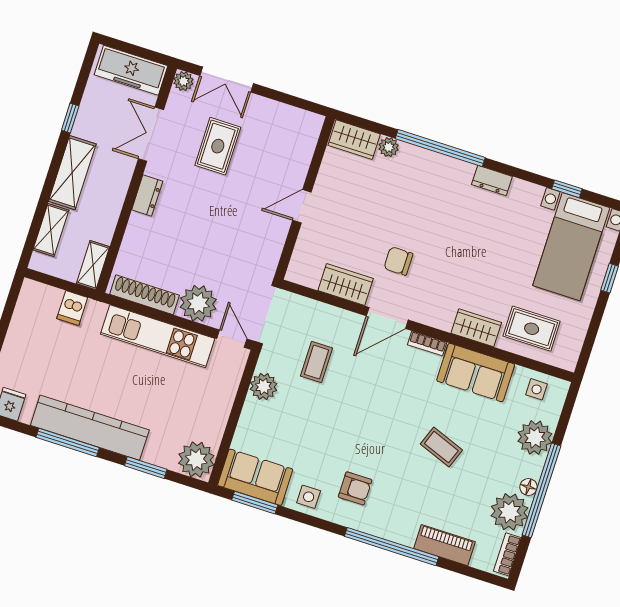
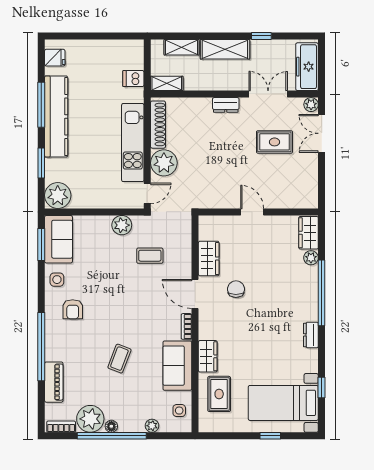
plant: (535, 438) -> (152, 426), width x0.53, depth x0.53

